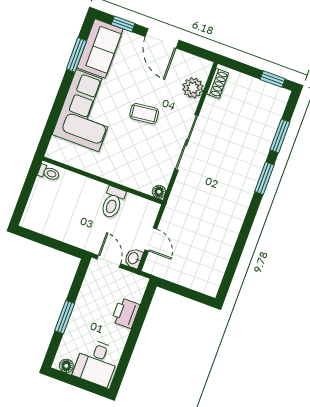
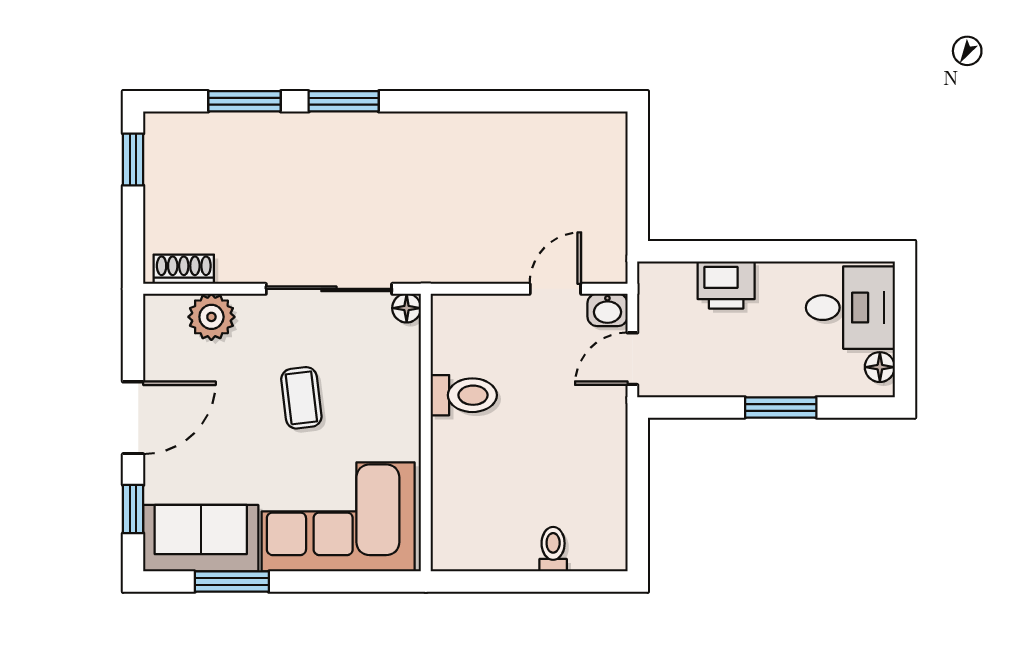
toilet: (49, 173) -> (553, 549), moved
wall: (103, 180) -> (426, 433), moved
floor lamp: (159, 192) -> (407, 308), moved
toilet: (113, 202) -> (464, 395), moved

